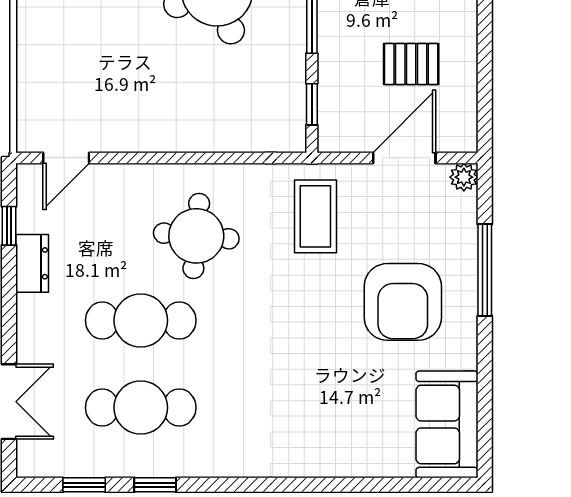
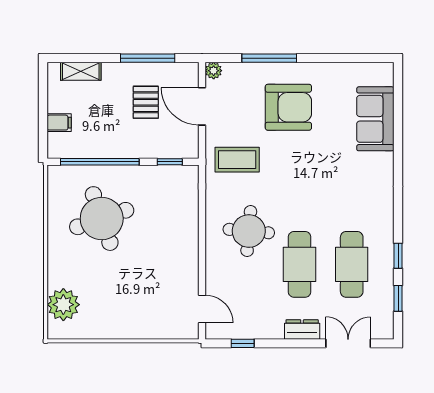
window: (485, 67) -> (148, 58), added
dresser: (32, 263) -> (302, 329), moved
sofa: (447, 424) -> (375, 119), moved, turned 90

